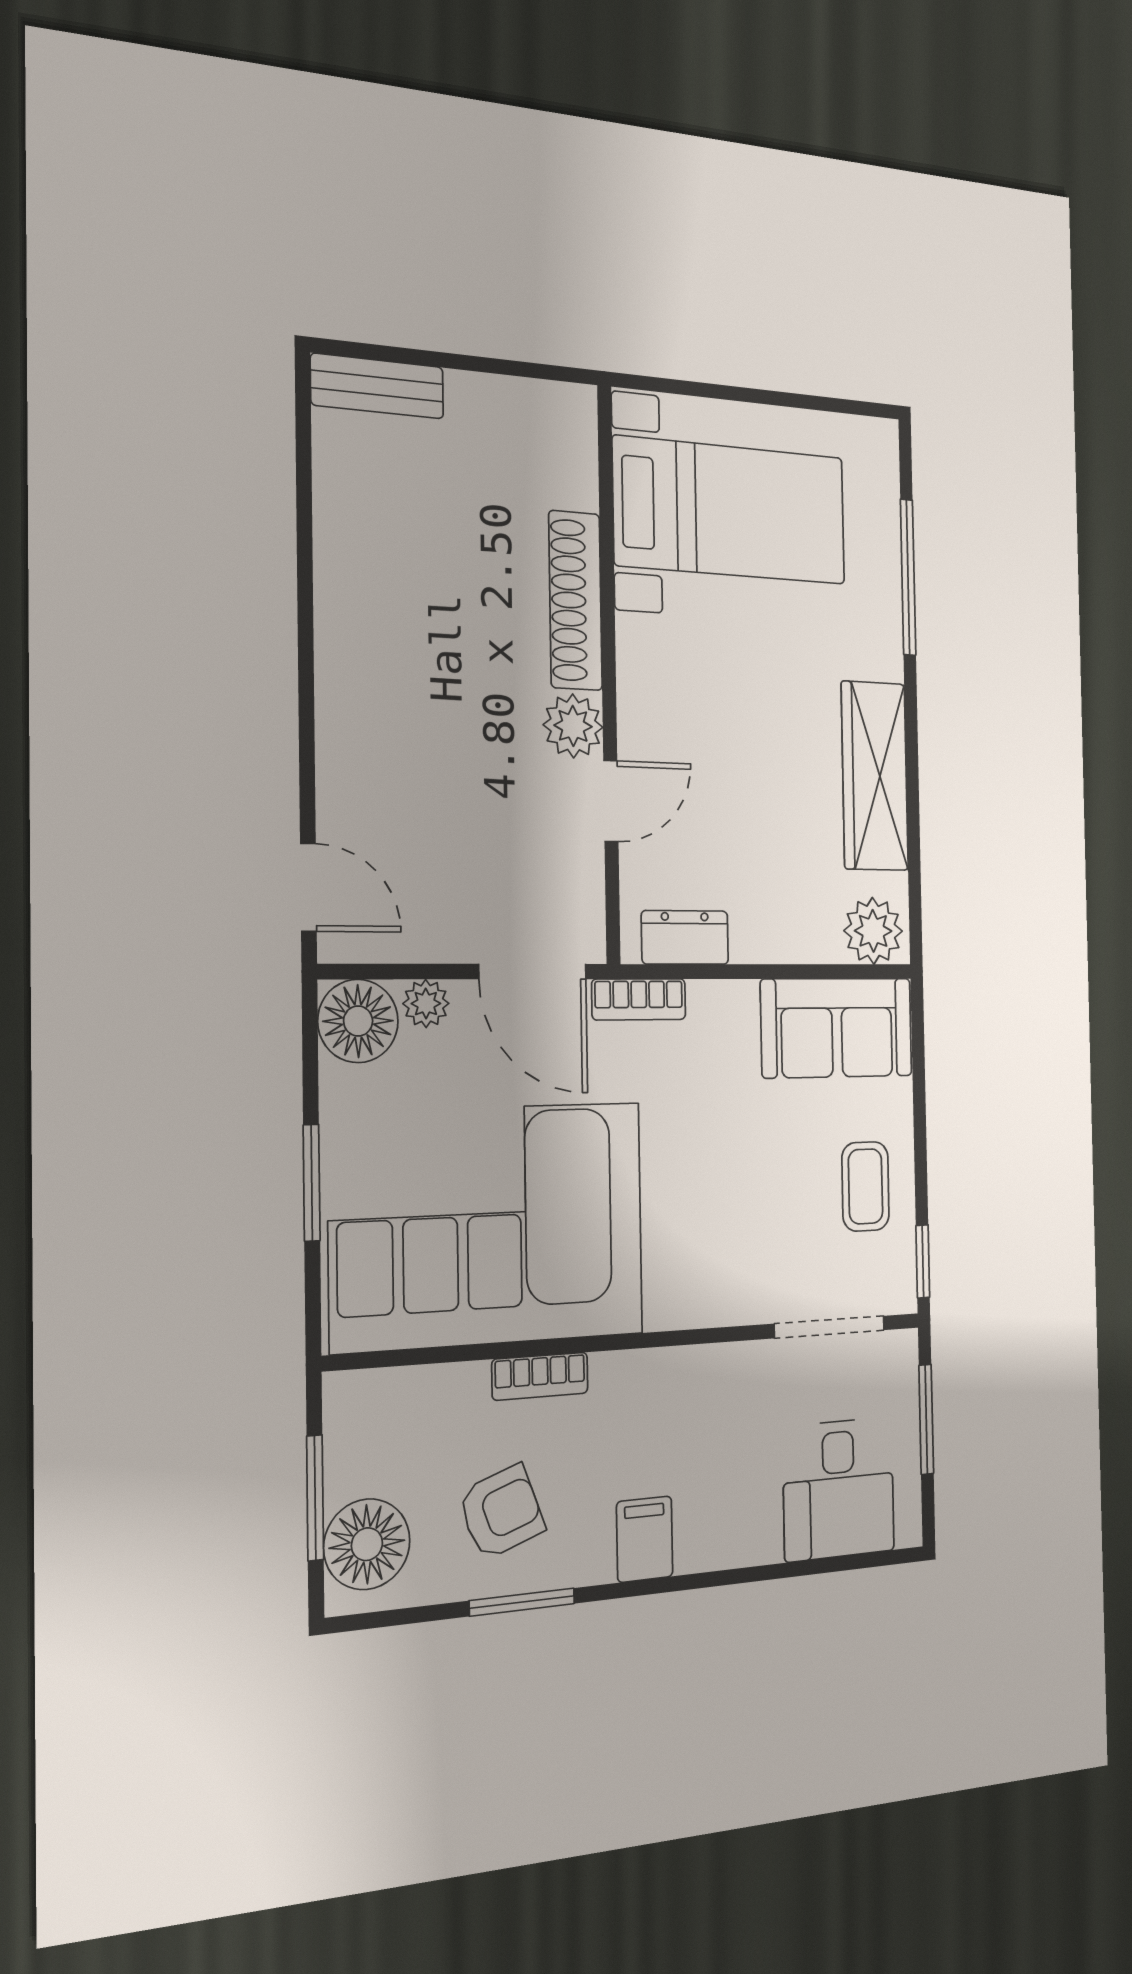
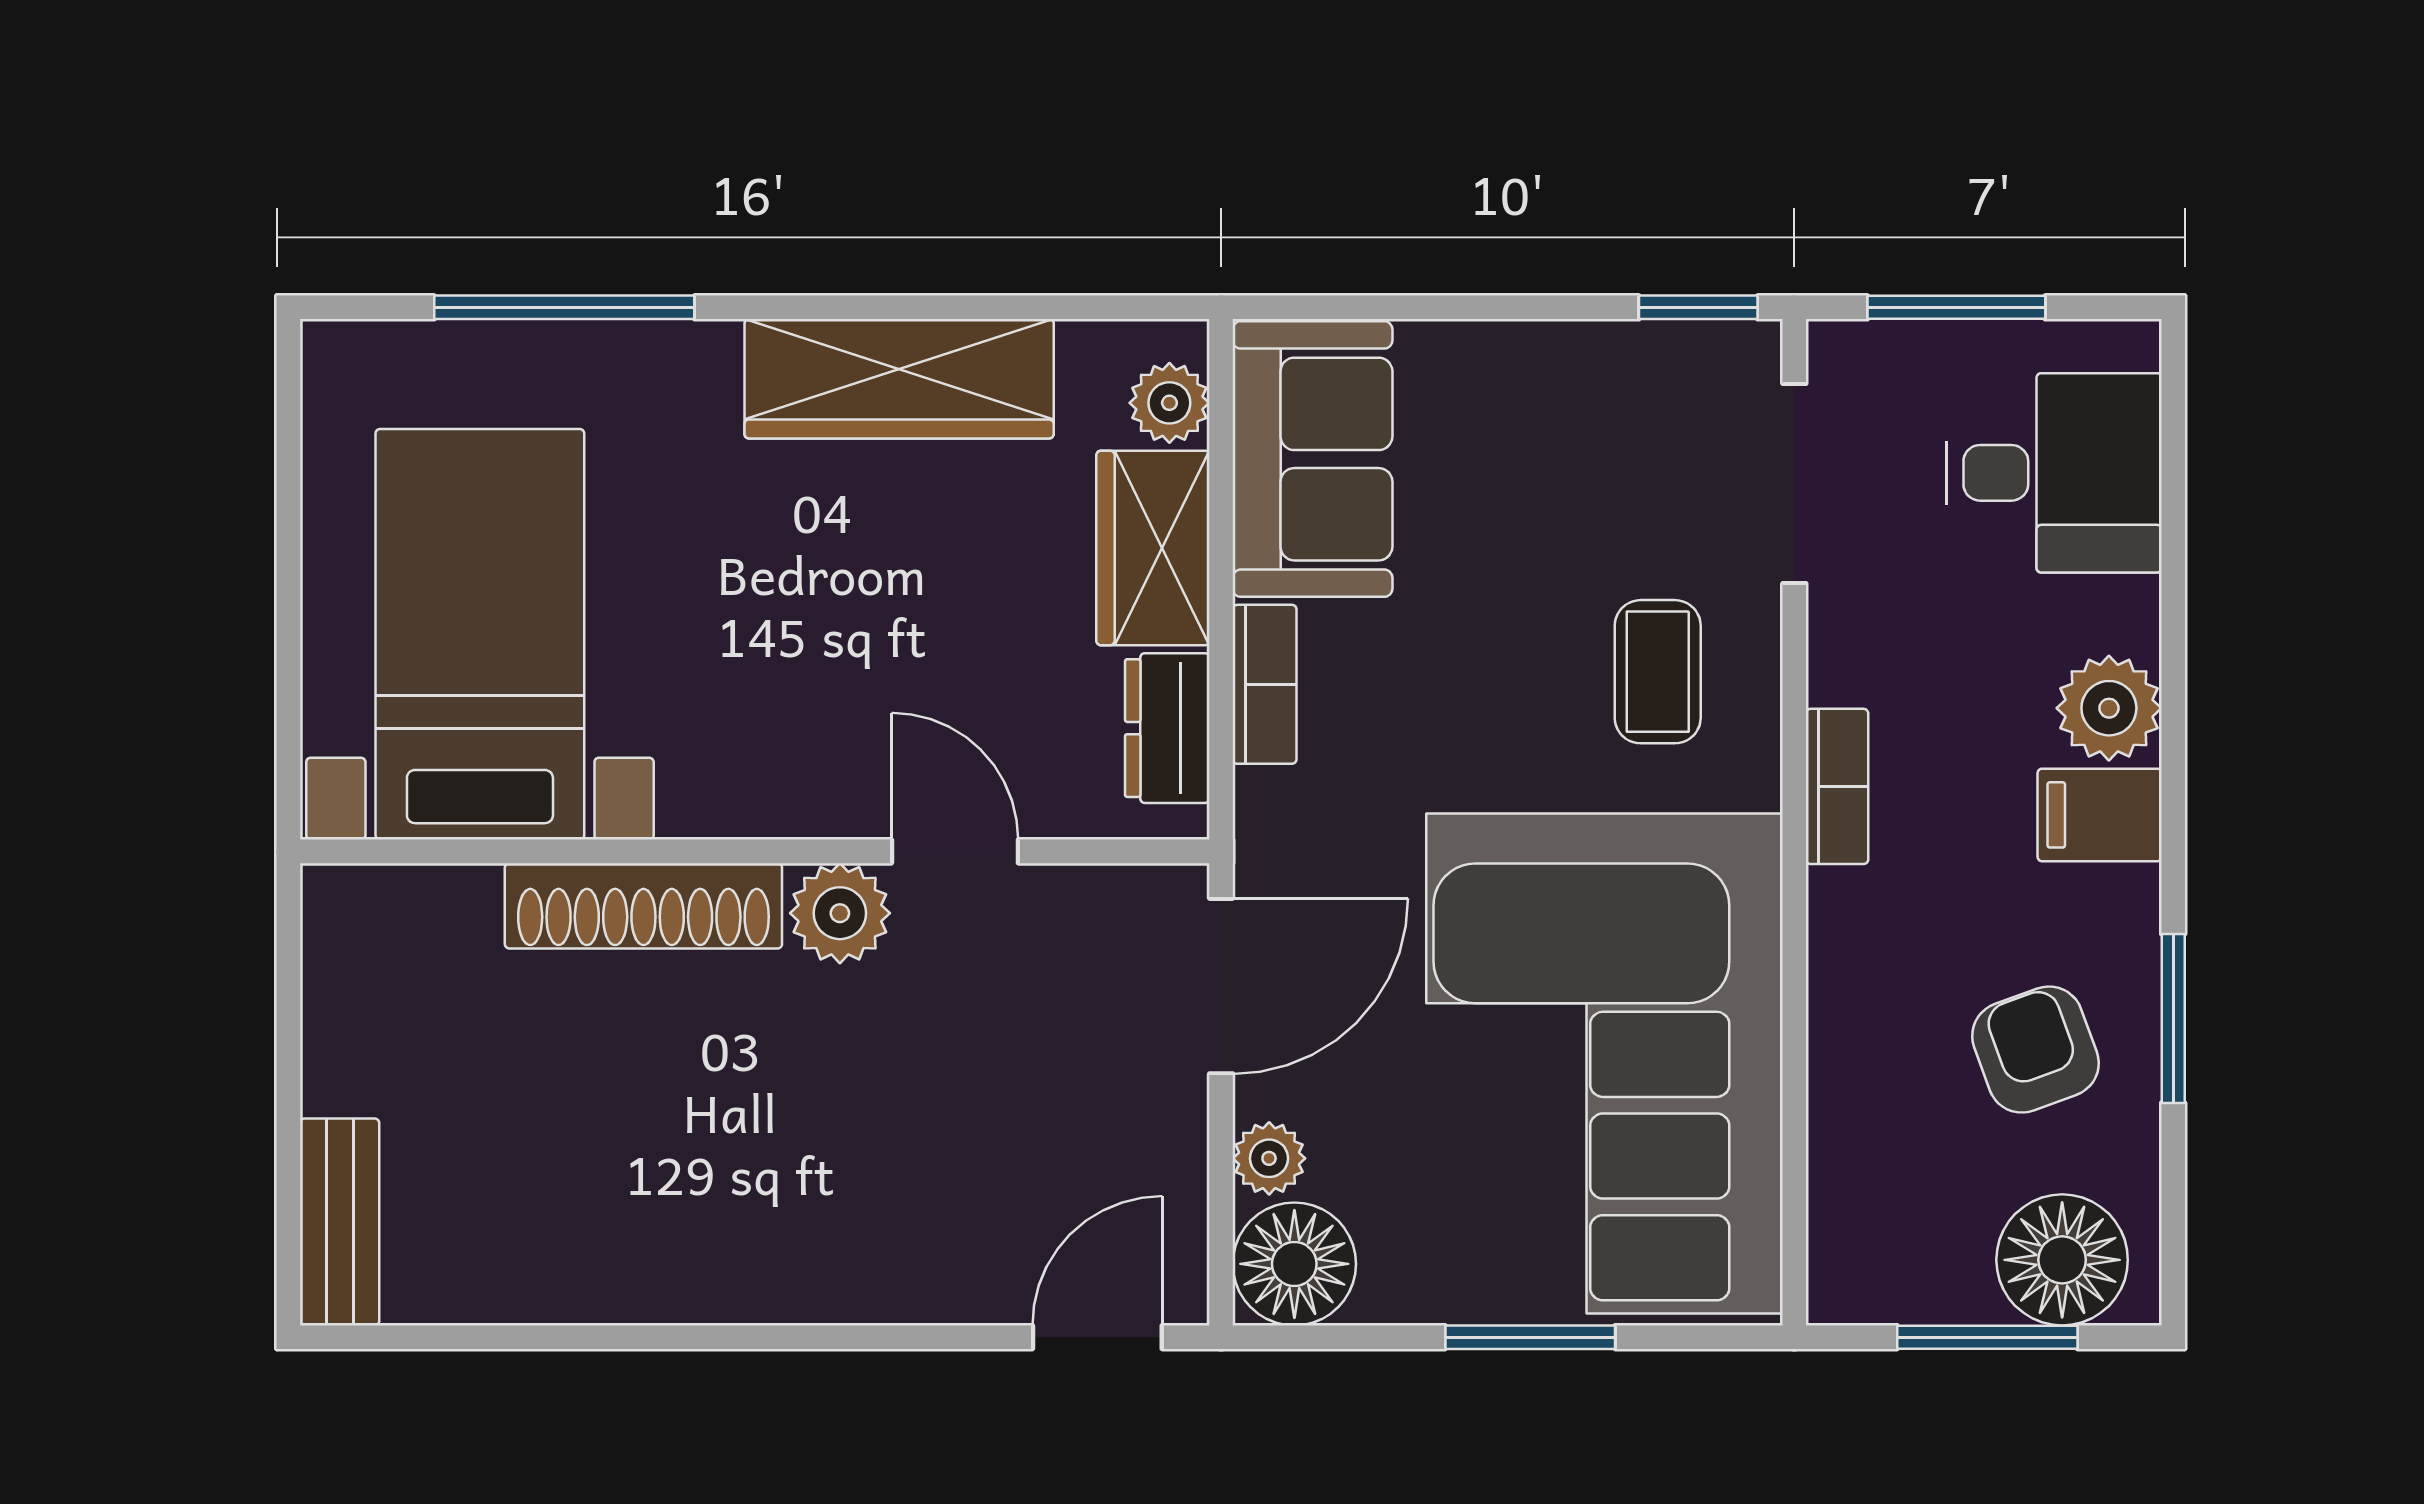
wardrobe: (786, 929) -> (1153, 548), added
plant: (873, 931) -> (1169, 403), width x0.73, depth x0.73
bookcase: (639, 999) -> (1265, 684), moved
coffee table: (865, 1186) -> (1658, 672), moved, turned 90
bookcase: (540, 1376) -> (1837, 786), moved
plant: (707, 1538) -> (2109, 708), added

